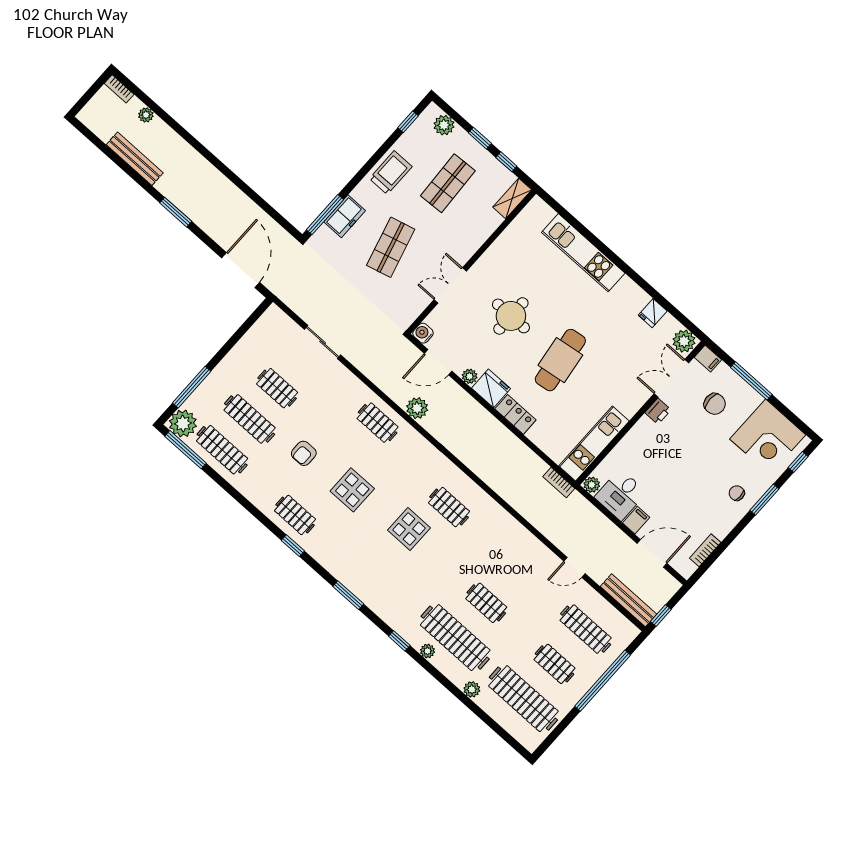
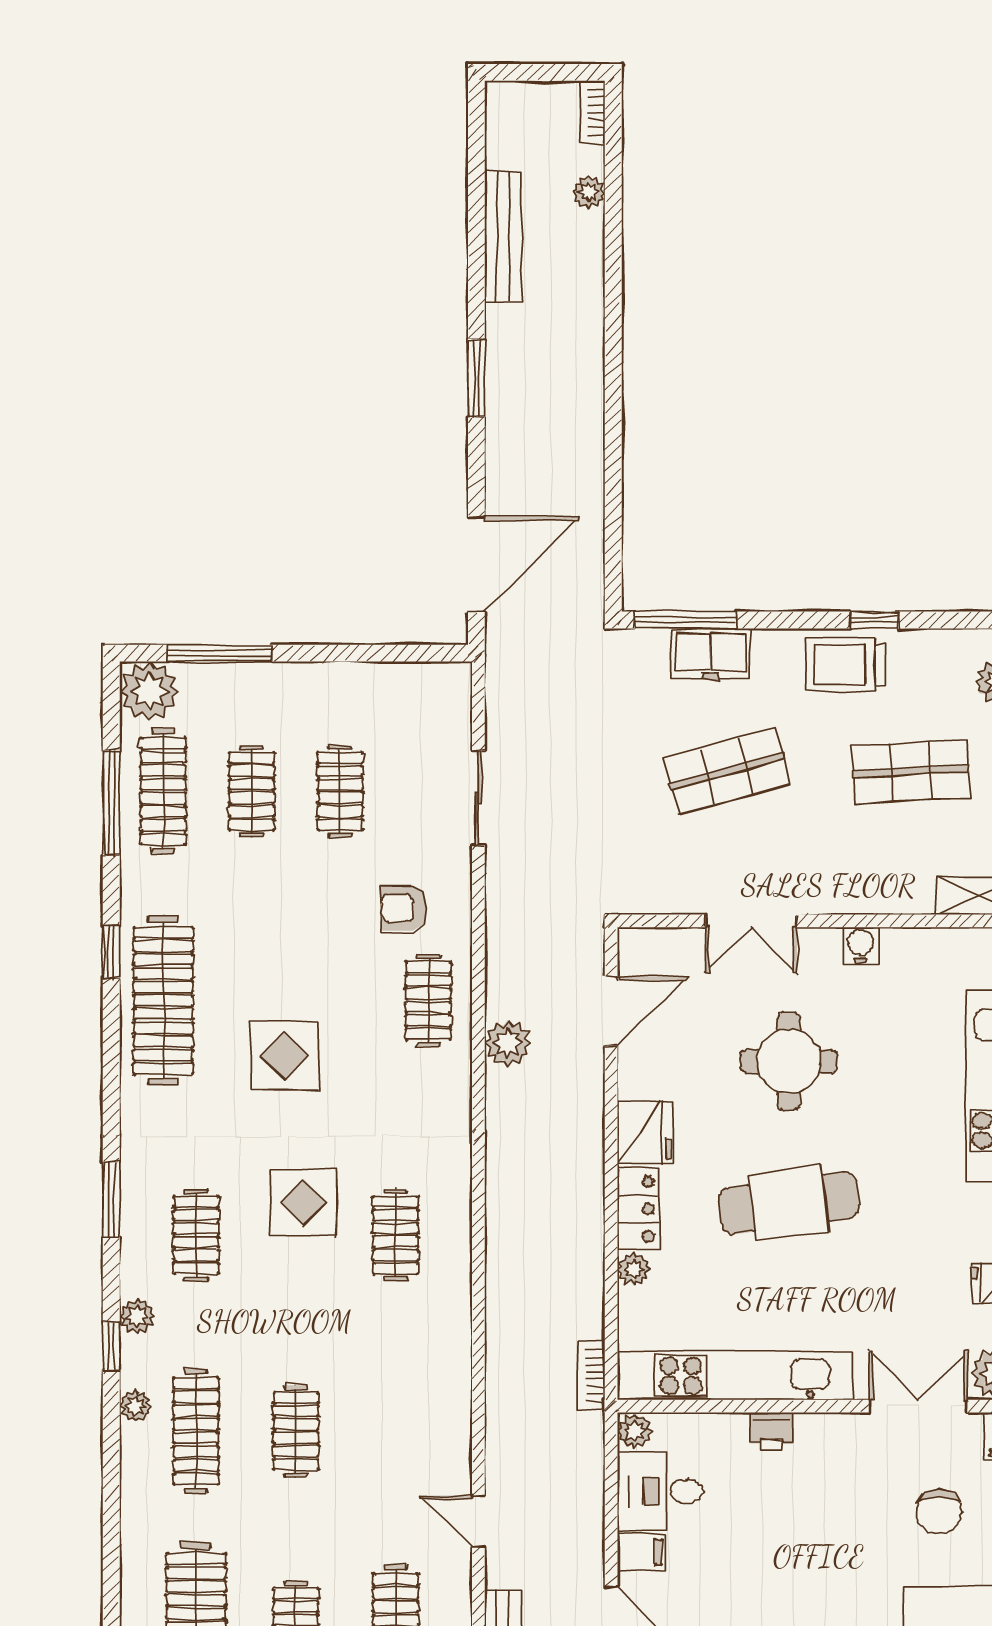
window: (408, 122) -> (874, 620), moved
trolley: (391, 173) -> (846, 665), turned 180
double door: (450, 285) -> (751, 921), swing flipped
water cooler: (423, 333) -> (860, 945), moved
door: (438, 362) -> (611, 1011), swing flipped
plant: (470, 376) -> (634, 1269), moved
printer: (658, 411) -> (772, 1432), moved
clothes rail: (250, 419) -> (252, 791), width x0.73
kitchen unit: (594, 444) -> (735, 1376), width x1.36
window: (185, 450) -> (111, 803), moved
armchair: (304, 453) -> (404, 908), moved
clothes rail: (295, 515) -> (163, 1001), width x1.86, depth x1.31
window: (293, 546) -> (111, 952), moved
clothes rail: (387, 577) -> (196, 1235), added
clothes rail: (455, 638) -> (196, 1431), width x0.73, depth x0.76
plant: (472, 689) -> (137, 1316), moved

